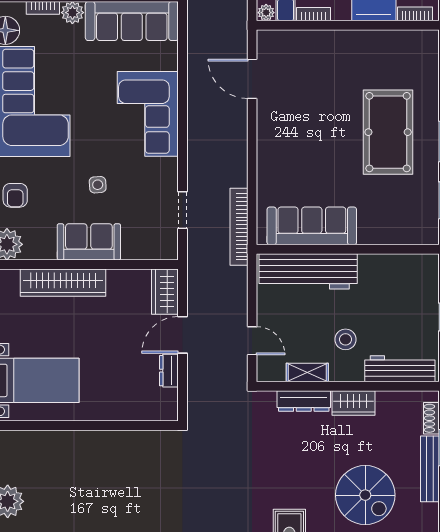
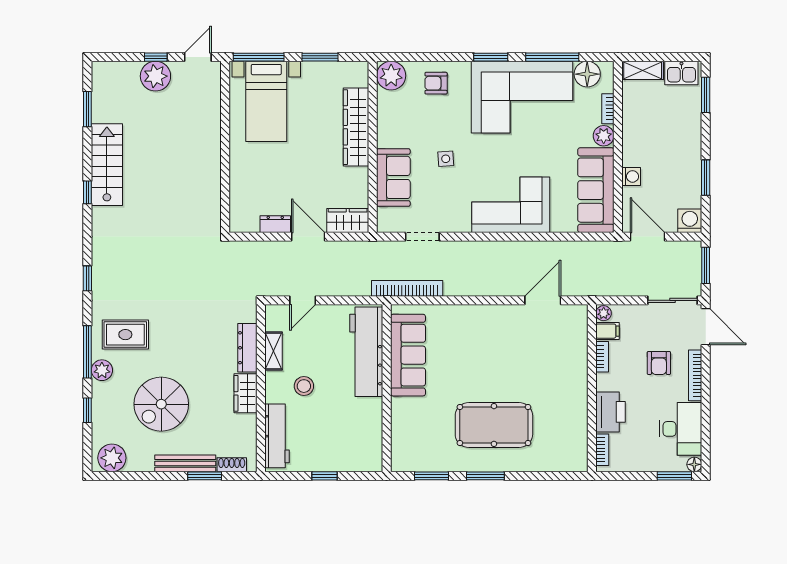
sofa: (89, 242) -> (393, 177), moved

